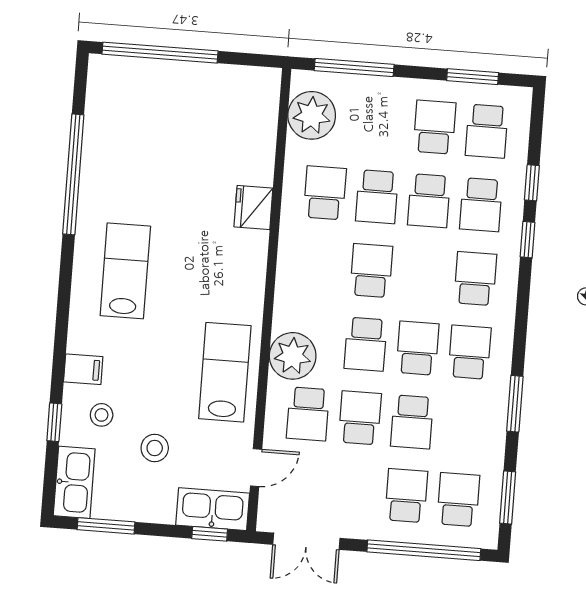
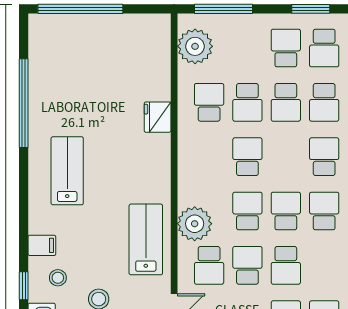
school desk: (366, 344) -> (247, 211), turned 180

